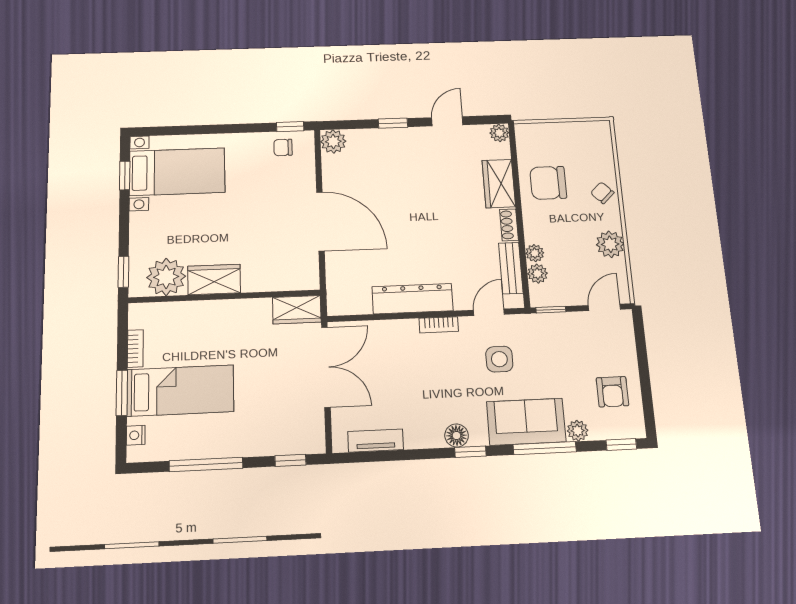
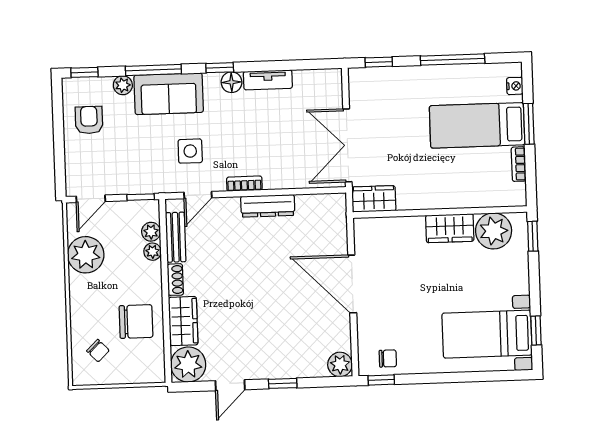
plant: (499, 133) -> (188, 365), width x1.87, depth x1.87
chair: (602, 193) -> (98, 351), moved
plant: (610, 244) -> (86, 255), width x1.36, depth x1.36
dresser: (412, 299) -> (268, 206), width x0.73, depth x0.80
tv unit: (376, 441) -> (268, 80), moved

